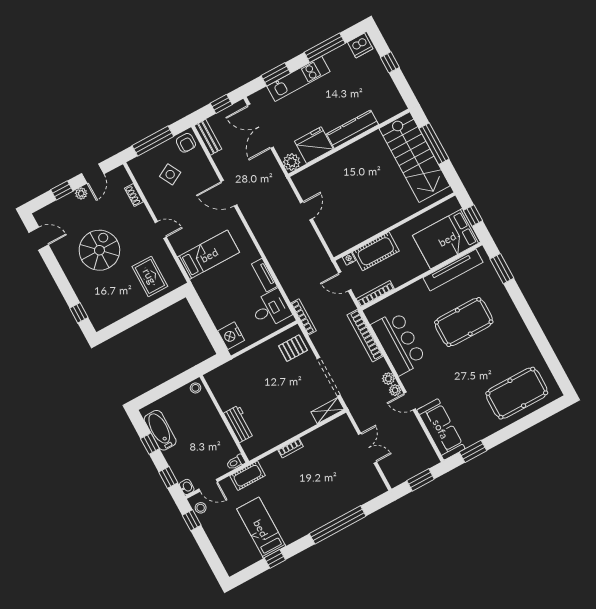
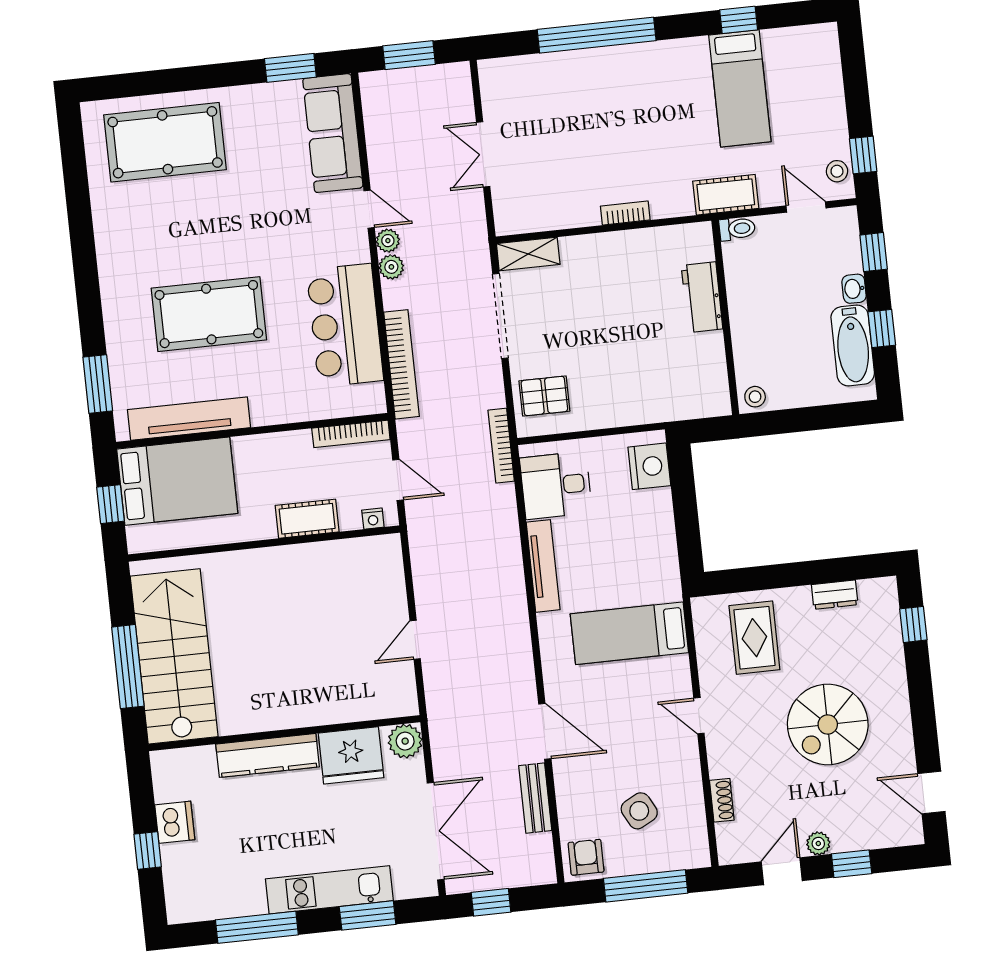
dishwasher: (360, 46) -> (175, 822), moved, turned 90
bench: (208, 137) -> (535, 798), moved
cot: (376, 251) -> (307, 519), width x0.73, depth x0.75
tv unit: (264, 275) -> (543, 566), width x1.41
dresser: (121, 312) -> (835, 595), added
washbasin: (187, 487) -> (854, 289), moved

